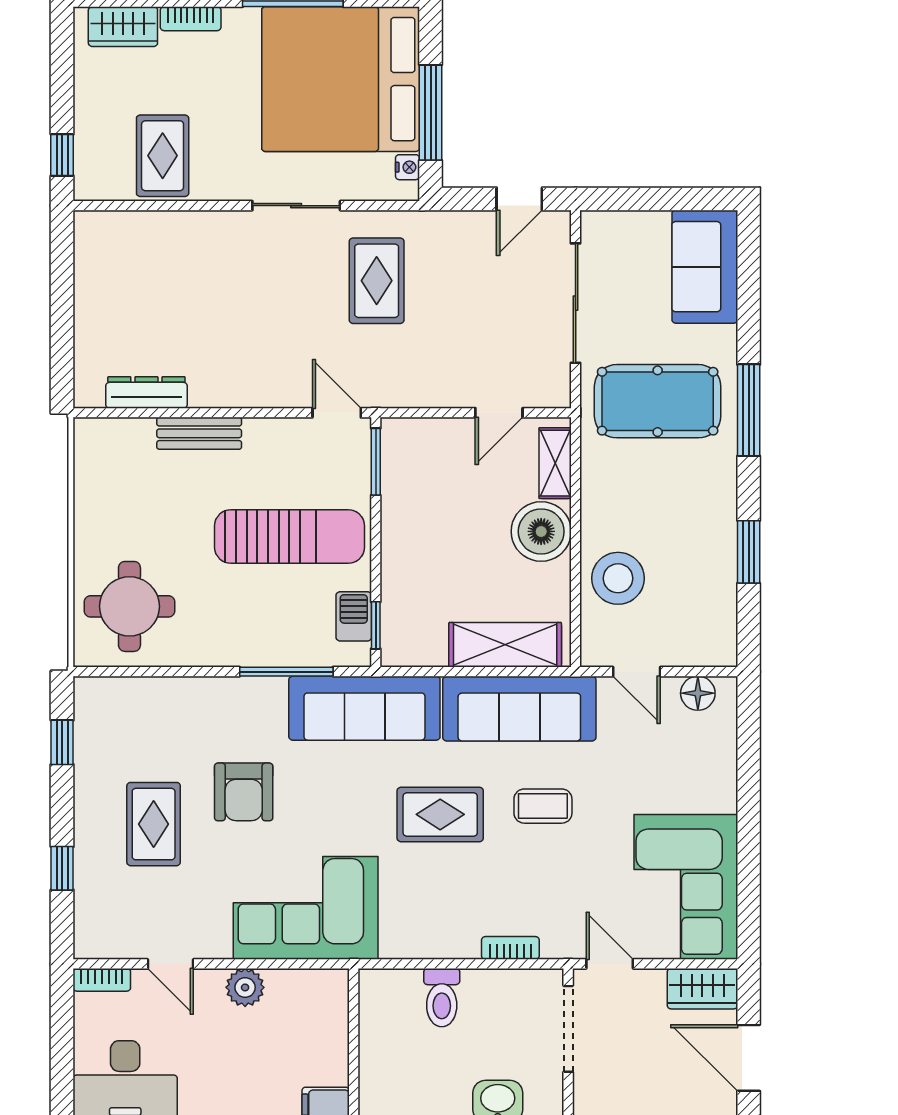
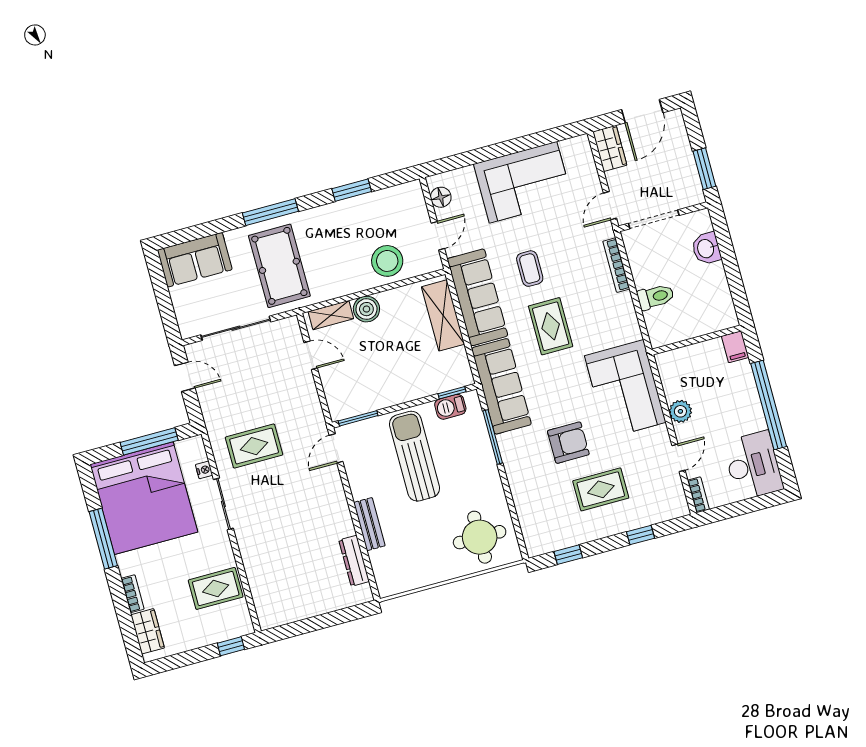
nightstand: (407, 167) -> (204, 470), moved, turned 90
boiler: (541, 531) -> (366, 309), width x0.73, depth x0.73
corner sofa: (686, 887) -> (523, 182), moved
bookcase: (510, 948) -> (616, 265), width x1.56

